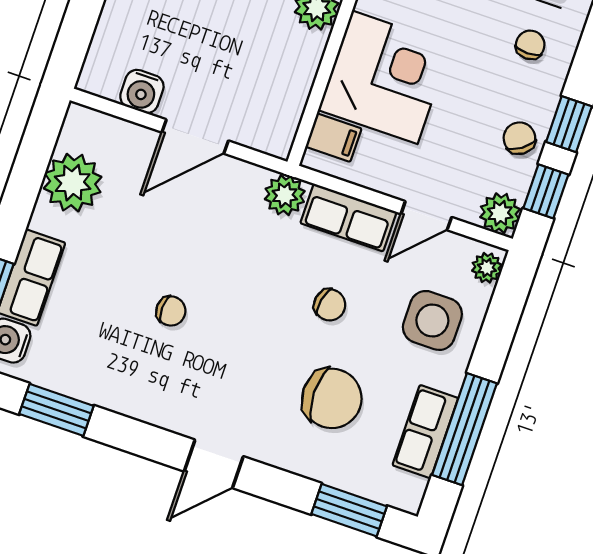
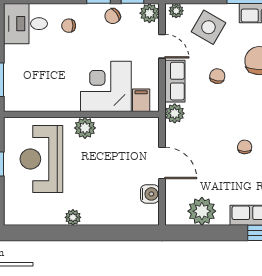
side table: (432, 320) -> (208, 27), turned 30

